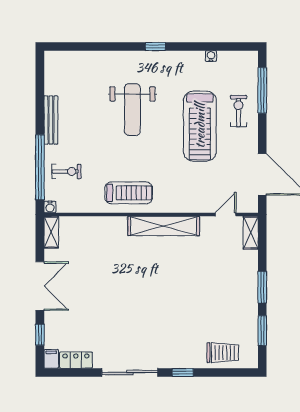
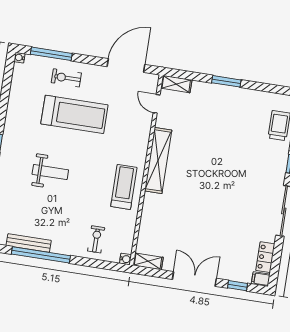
water cooler: (211, 56) -> (19, 58), moved
weight bench: (132, 110) -> (50, 172), width x0.73, depth x0.75
bench: (51, 120) -> (29, 243), moved
window: (40, 167) -> (41, 255), moved
window: (262, 331) -> (265, 87), removed

